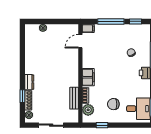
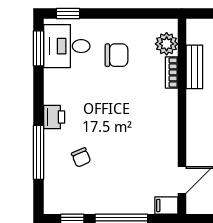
filing cabinet: (88, 77) -> (166, 109), removed
window: (102, 125) -> (68, 14), moved

